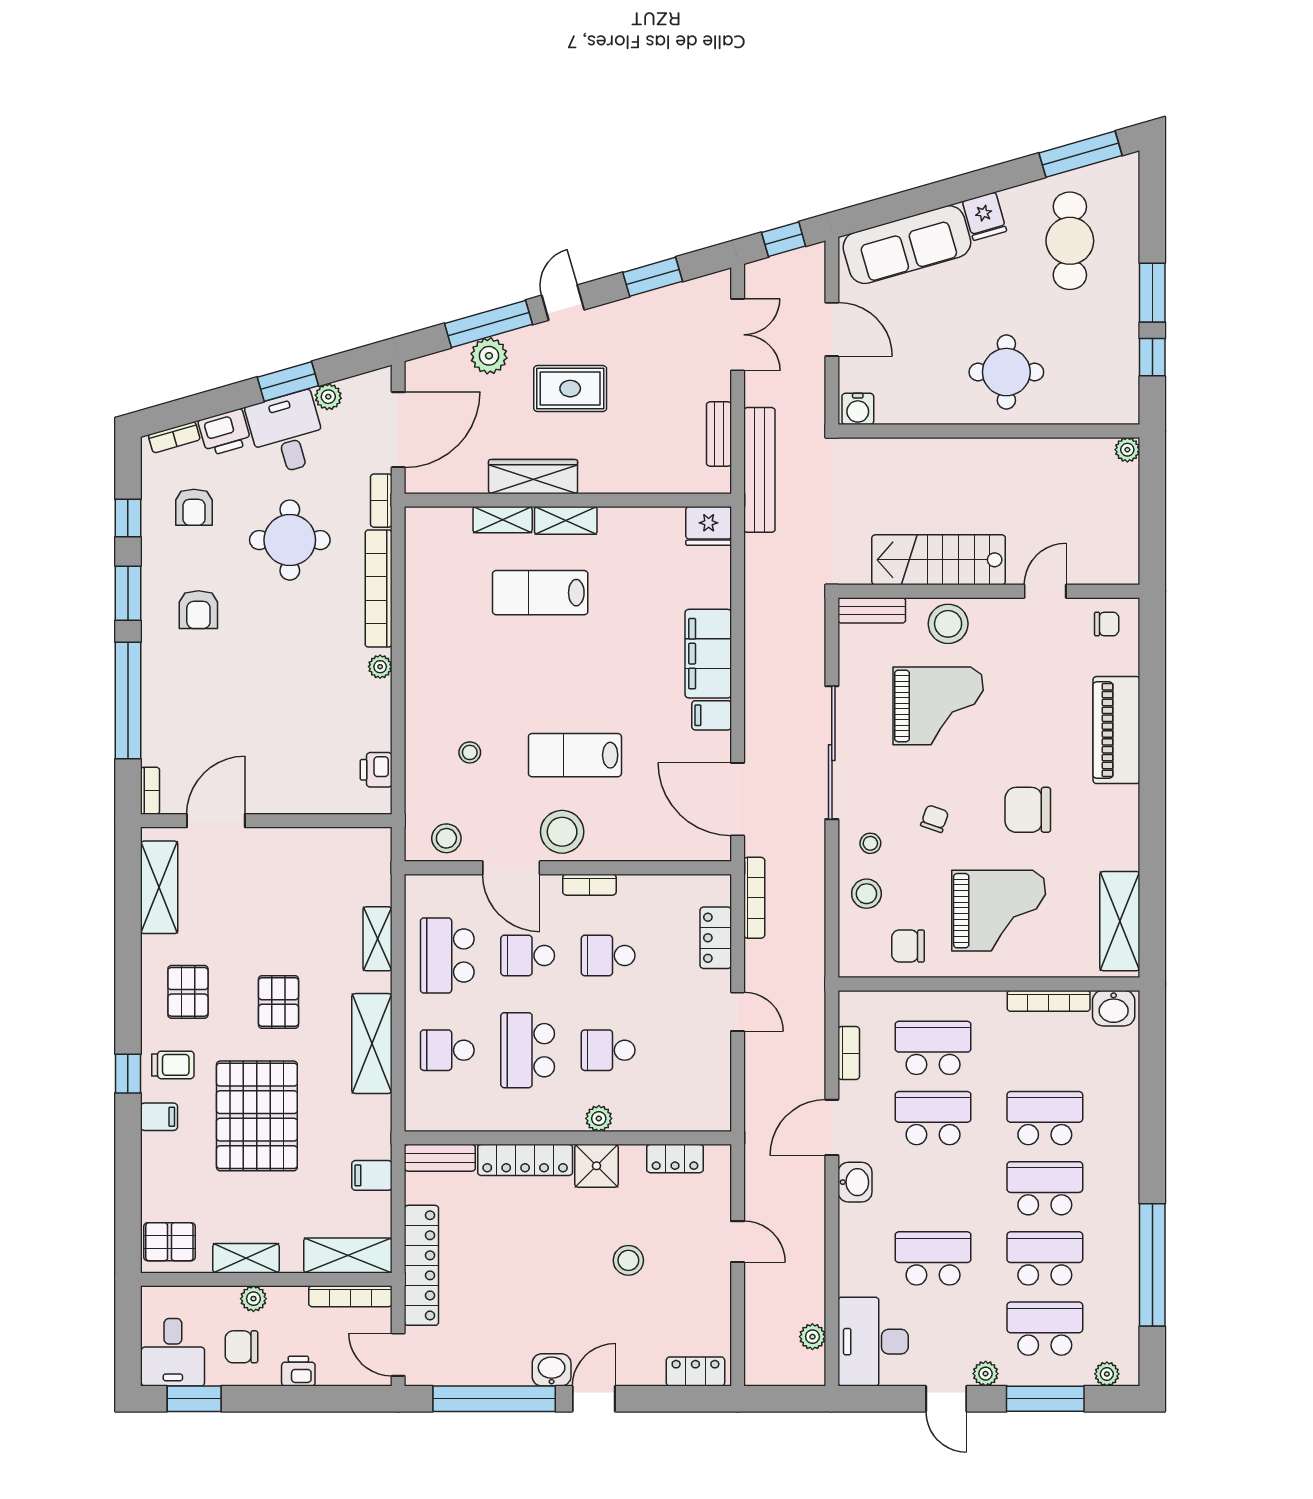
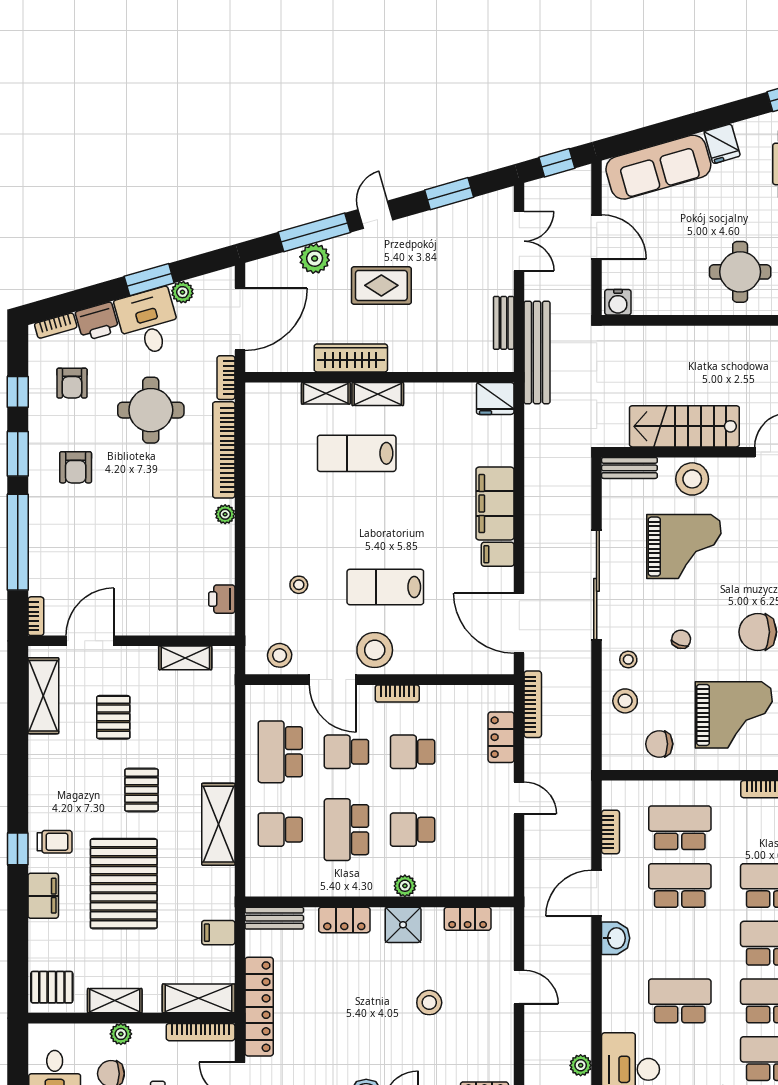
shelving: (377, 939) -> (185, 658), moved, turned 90
pallet: (188, 992) -> (113, 717), moved
filing cabinet: (159, 1117) -> (43, 896), width x2.00
locker: (525, 1160) -> (344, 920), width x0.66

